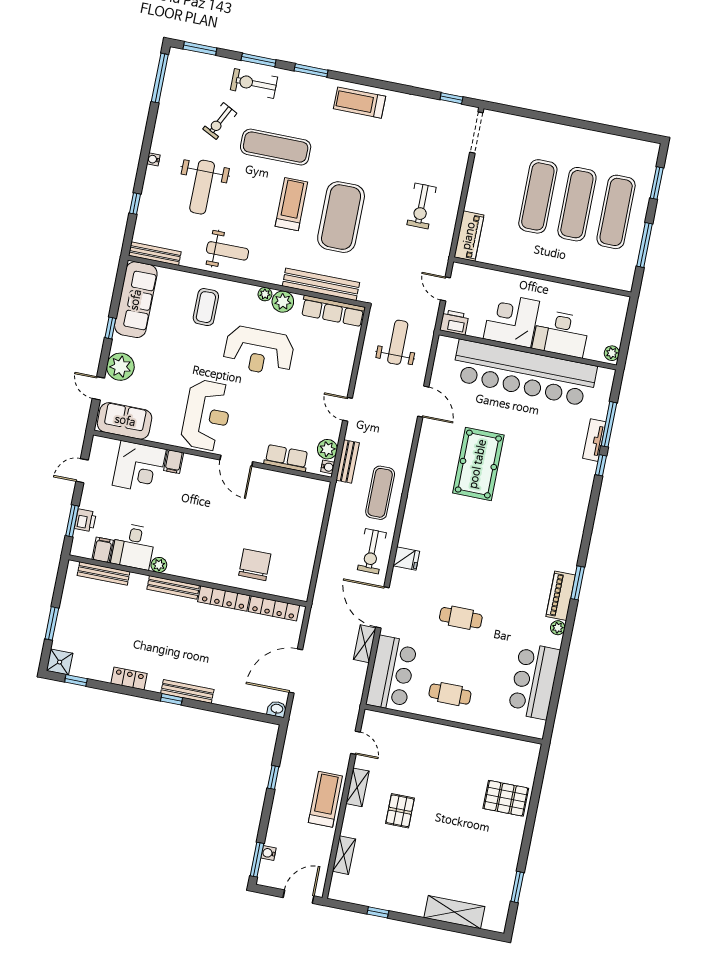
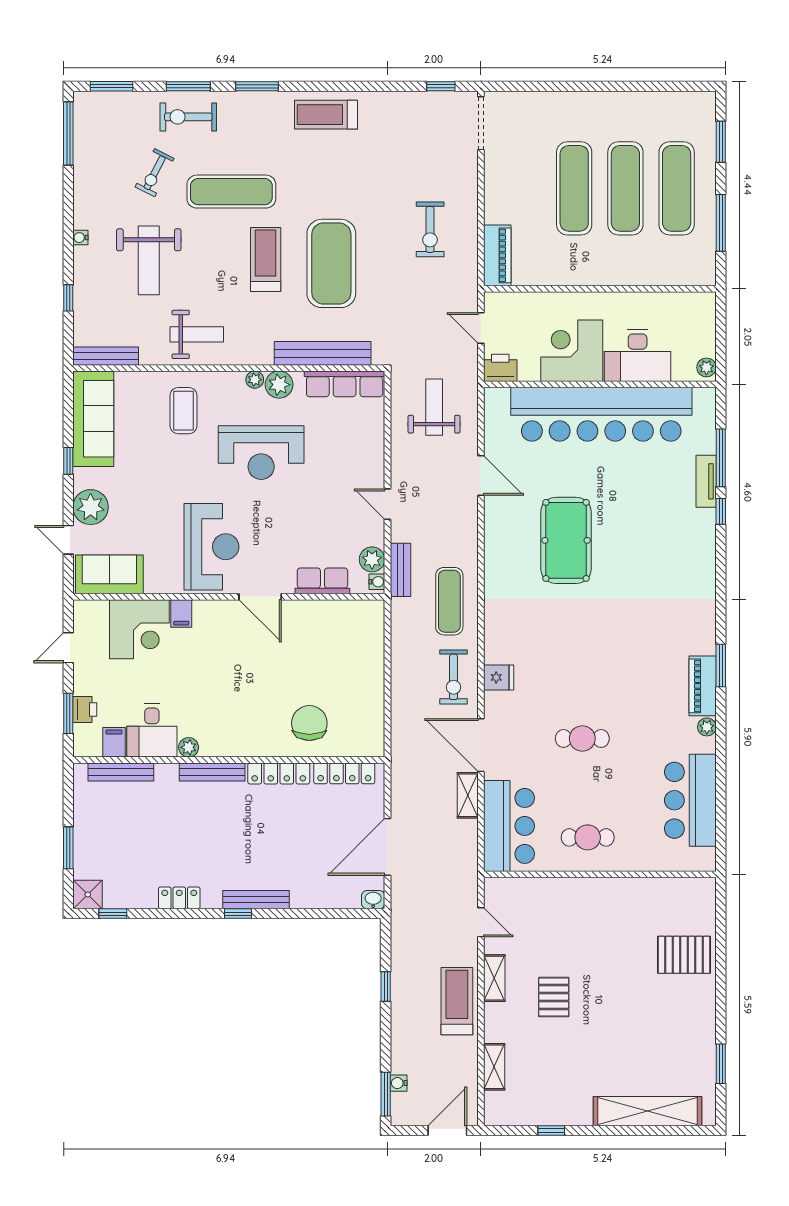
shelving: (454, 912) -> (648, 1111), width x1.47

